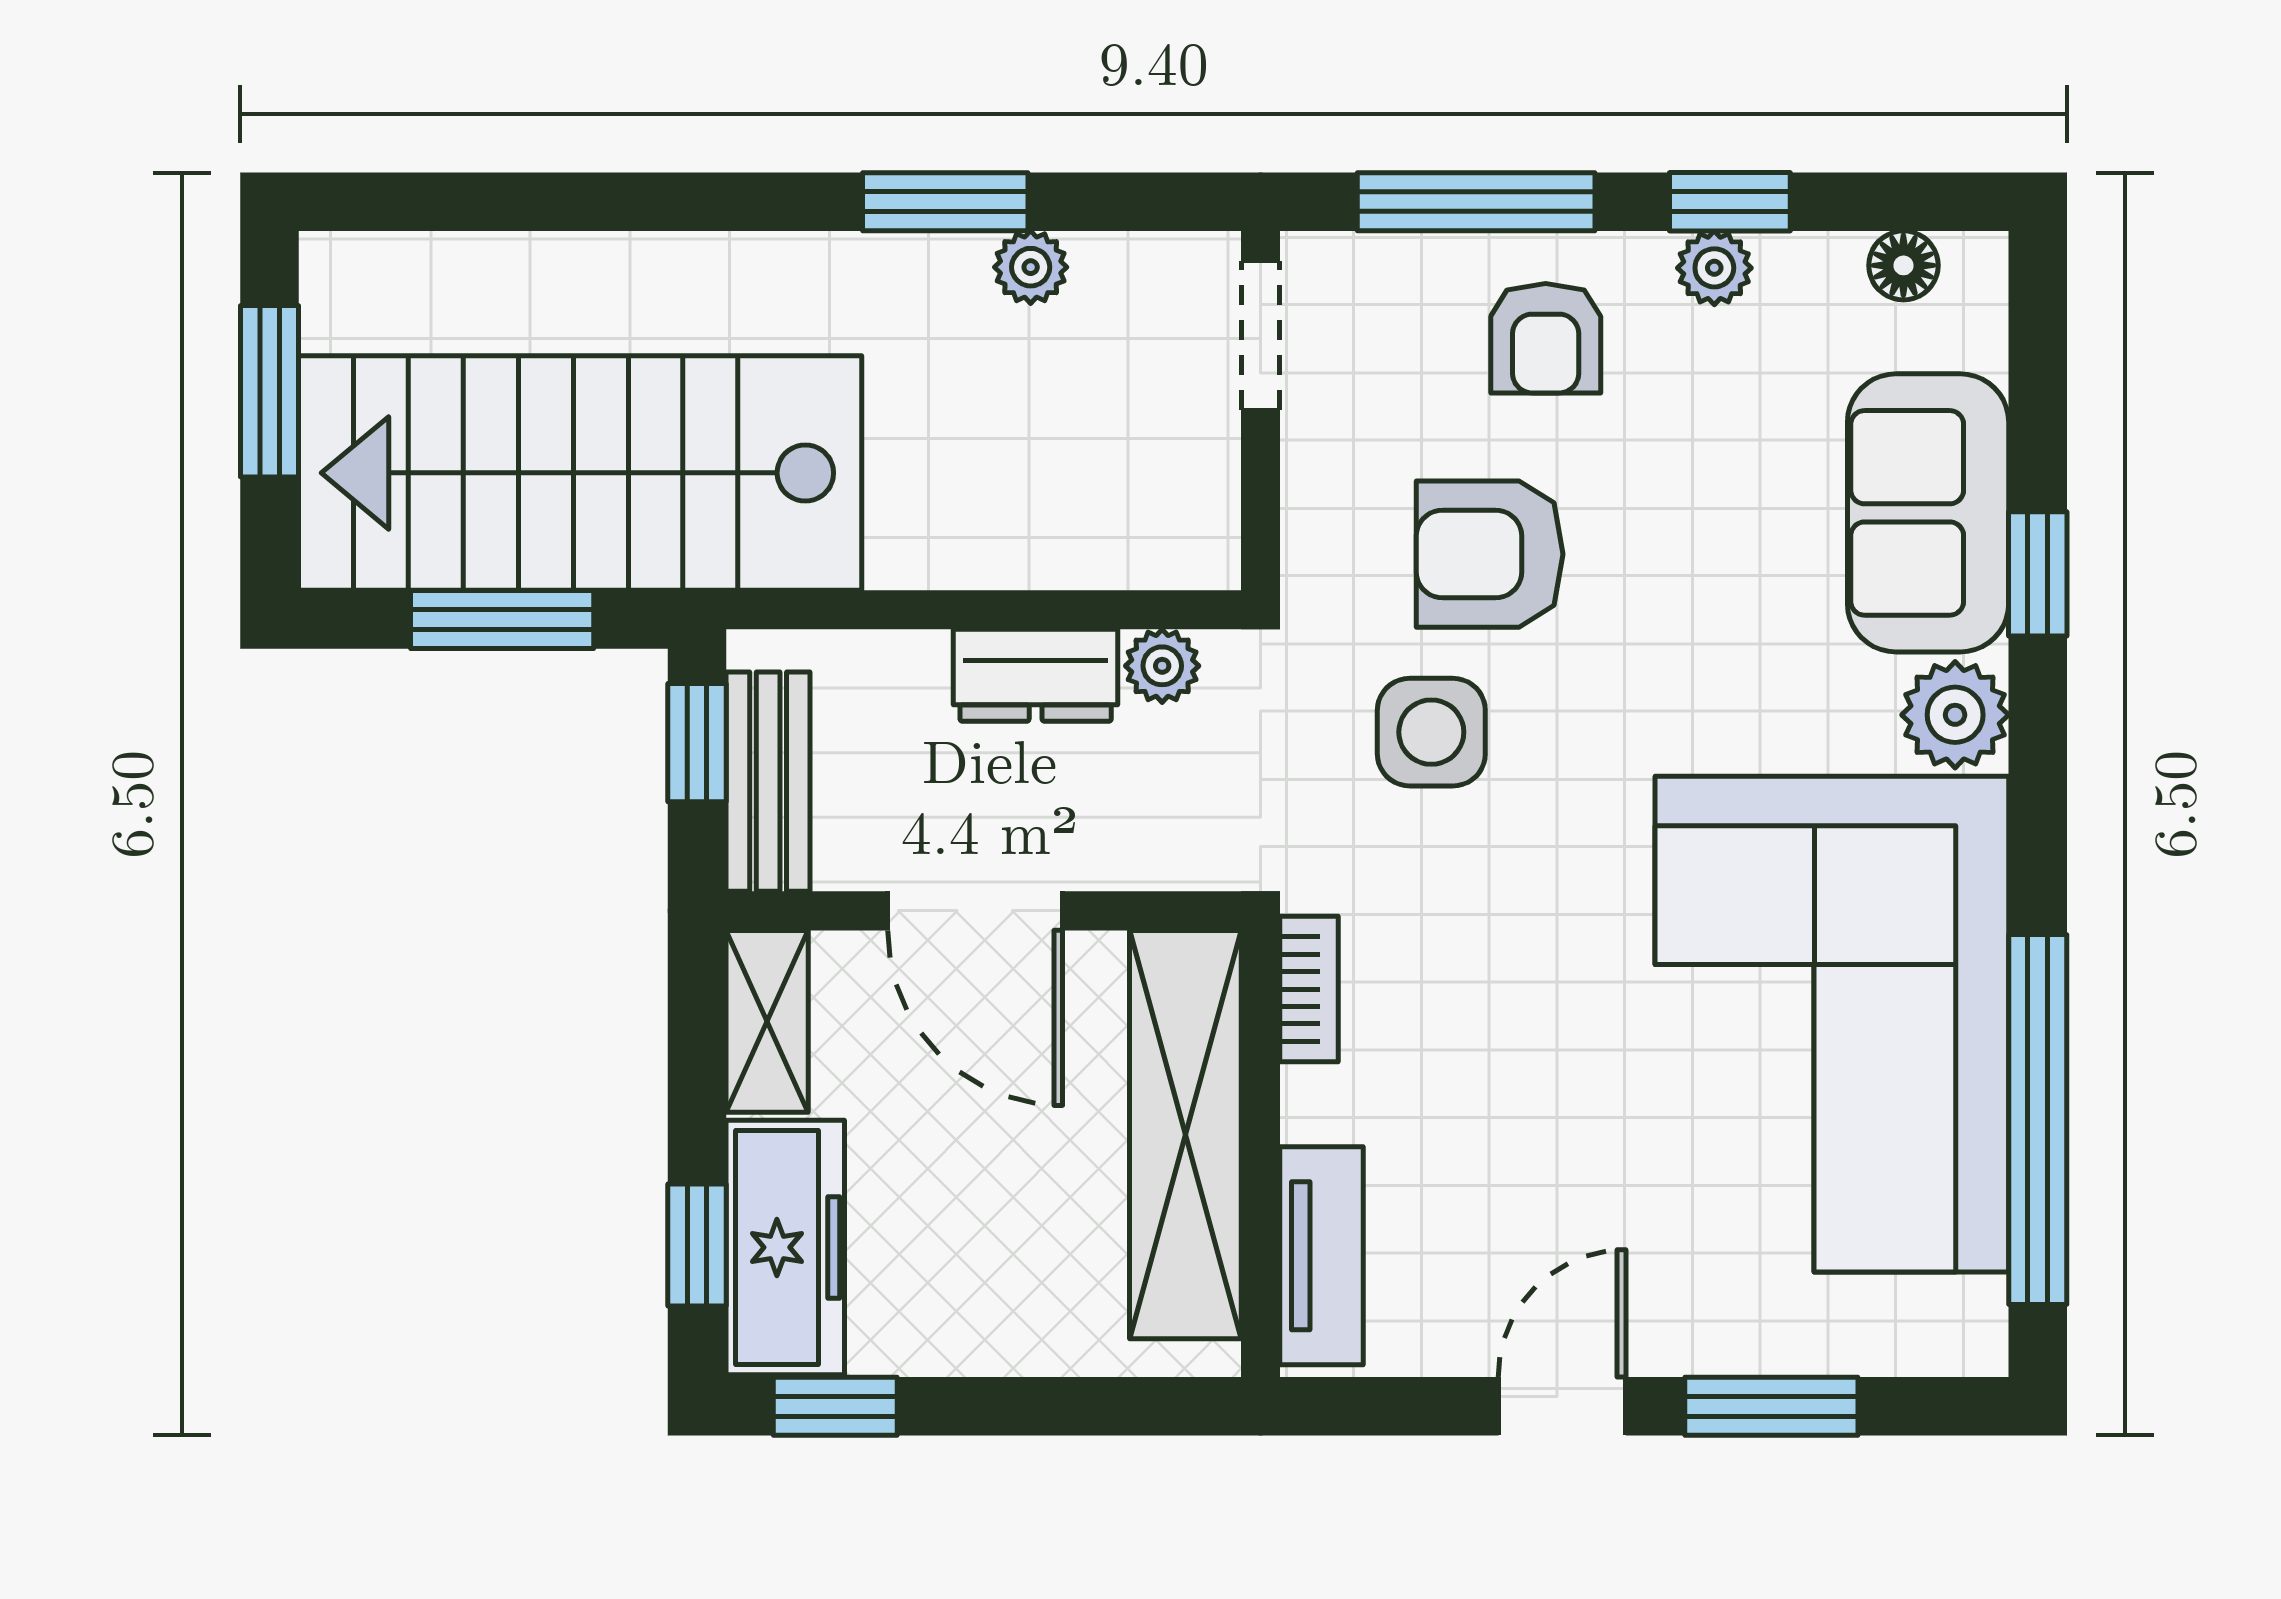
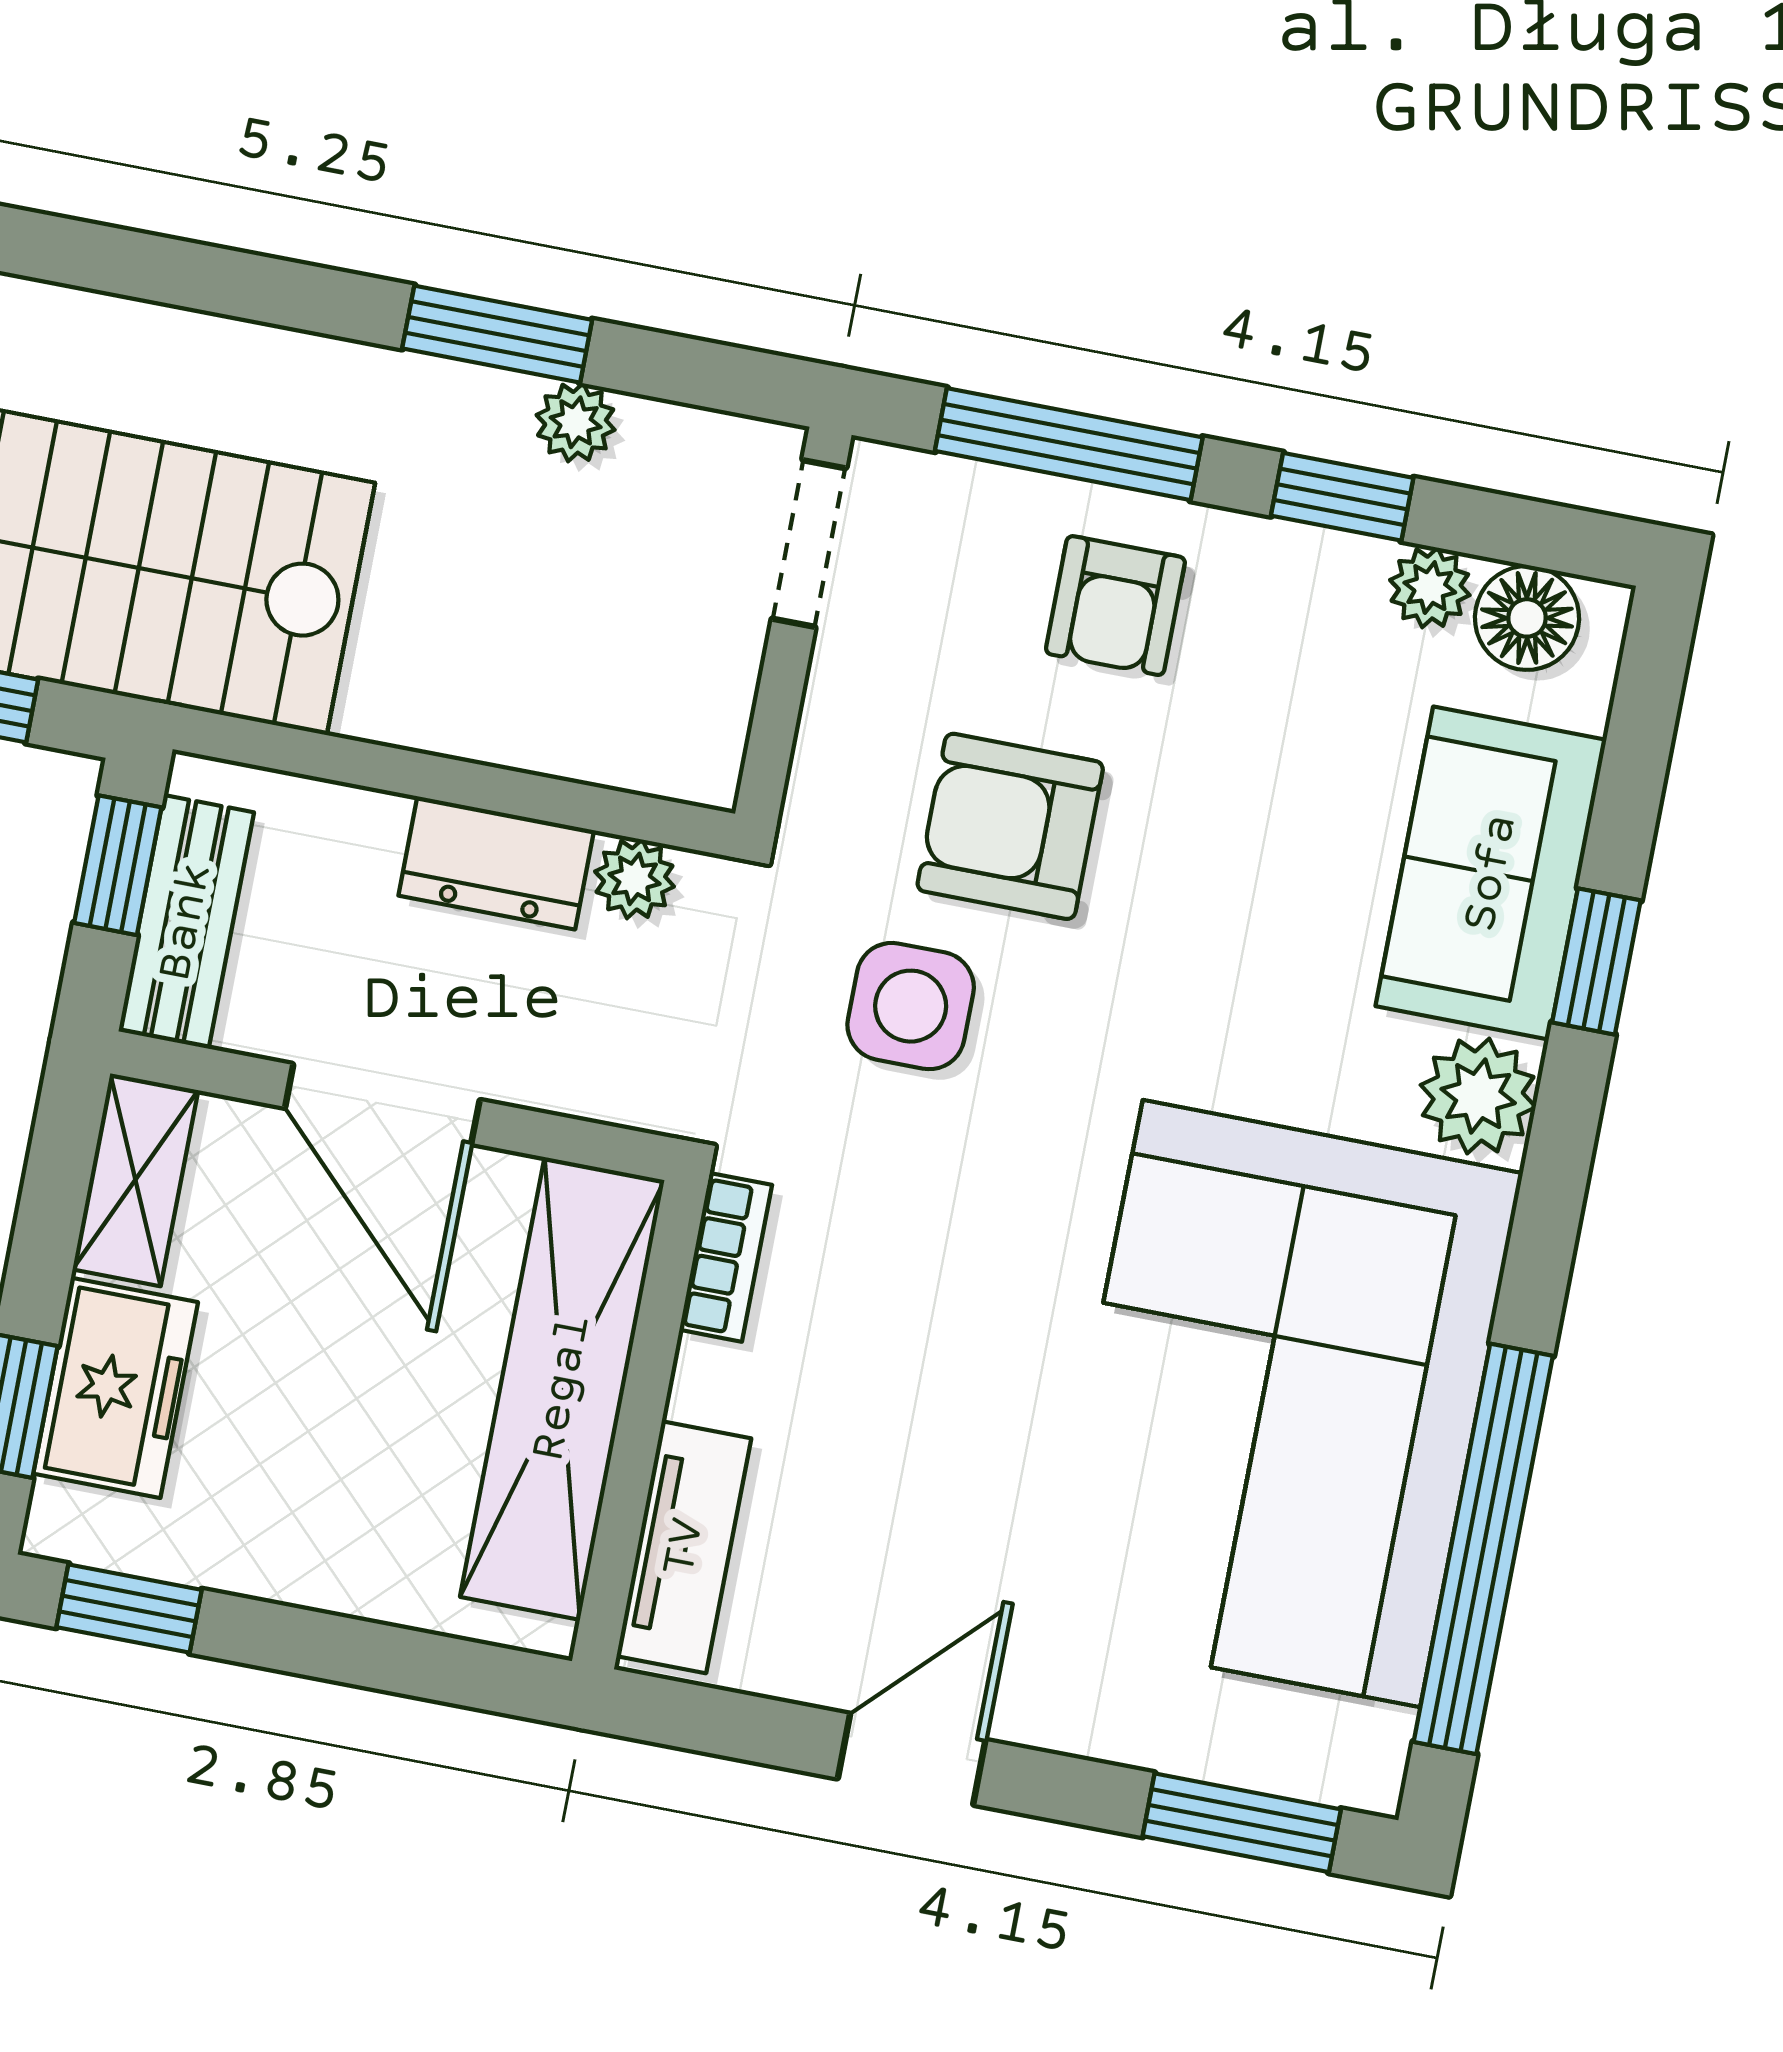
floor lamp: (1903, 265) -> (1527, 618), width x1.37, depth x1.37
plant: (1714, 268) -> (1430, 588), moved
freezer: (785, 1247) -> (116, 1388), width x0.71
window: (1771, 1406) -> (1242, 1823), moved

